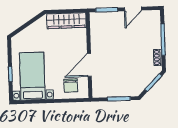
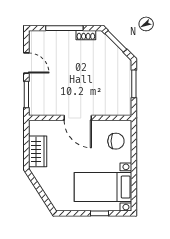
wardrobe: (66, 21) -> (38, 151), width x0.67
door: (89, 65) -> (78, 118), moved

